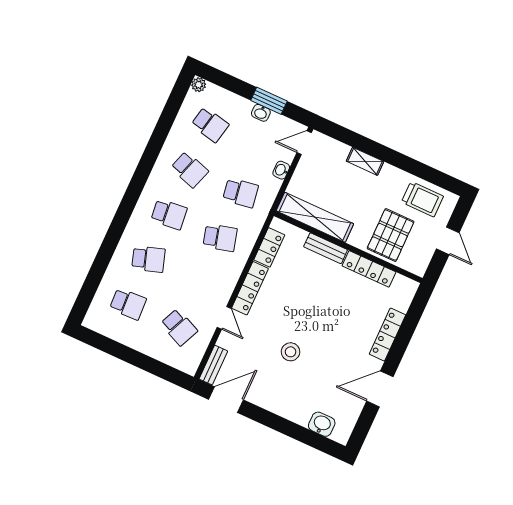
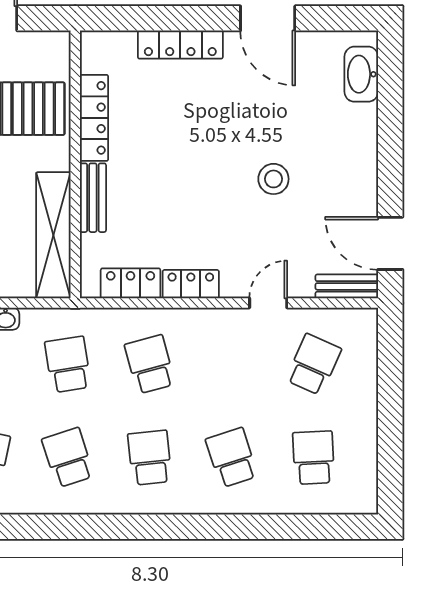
school desk: (190, 169) -> (68, 458), turned -36
locker: (250, 288) -> (191, 284), width x0.66
washbasin: (322, 424) -> (361, 74), width x1.38

